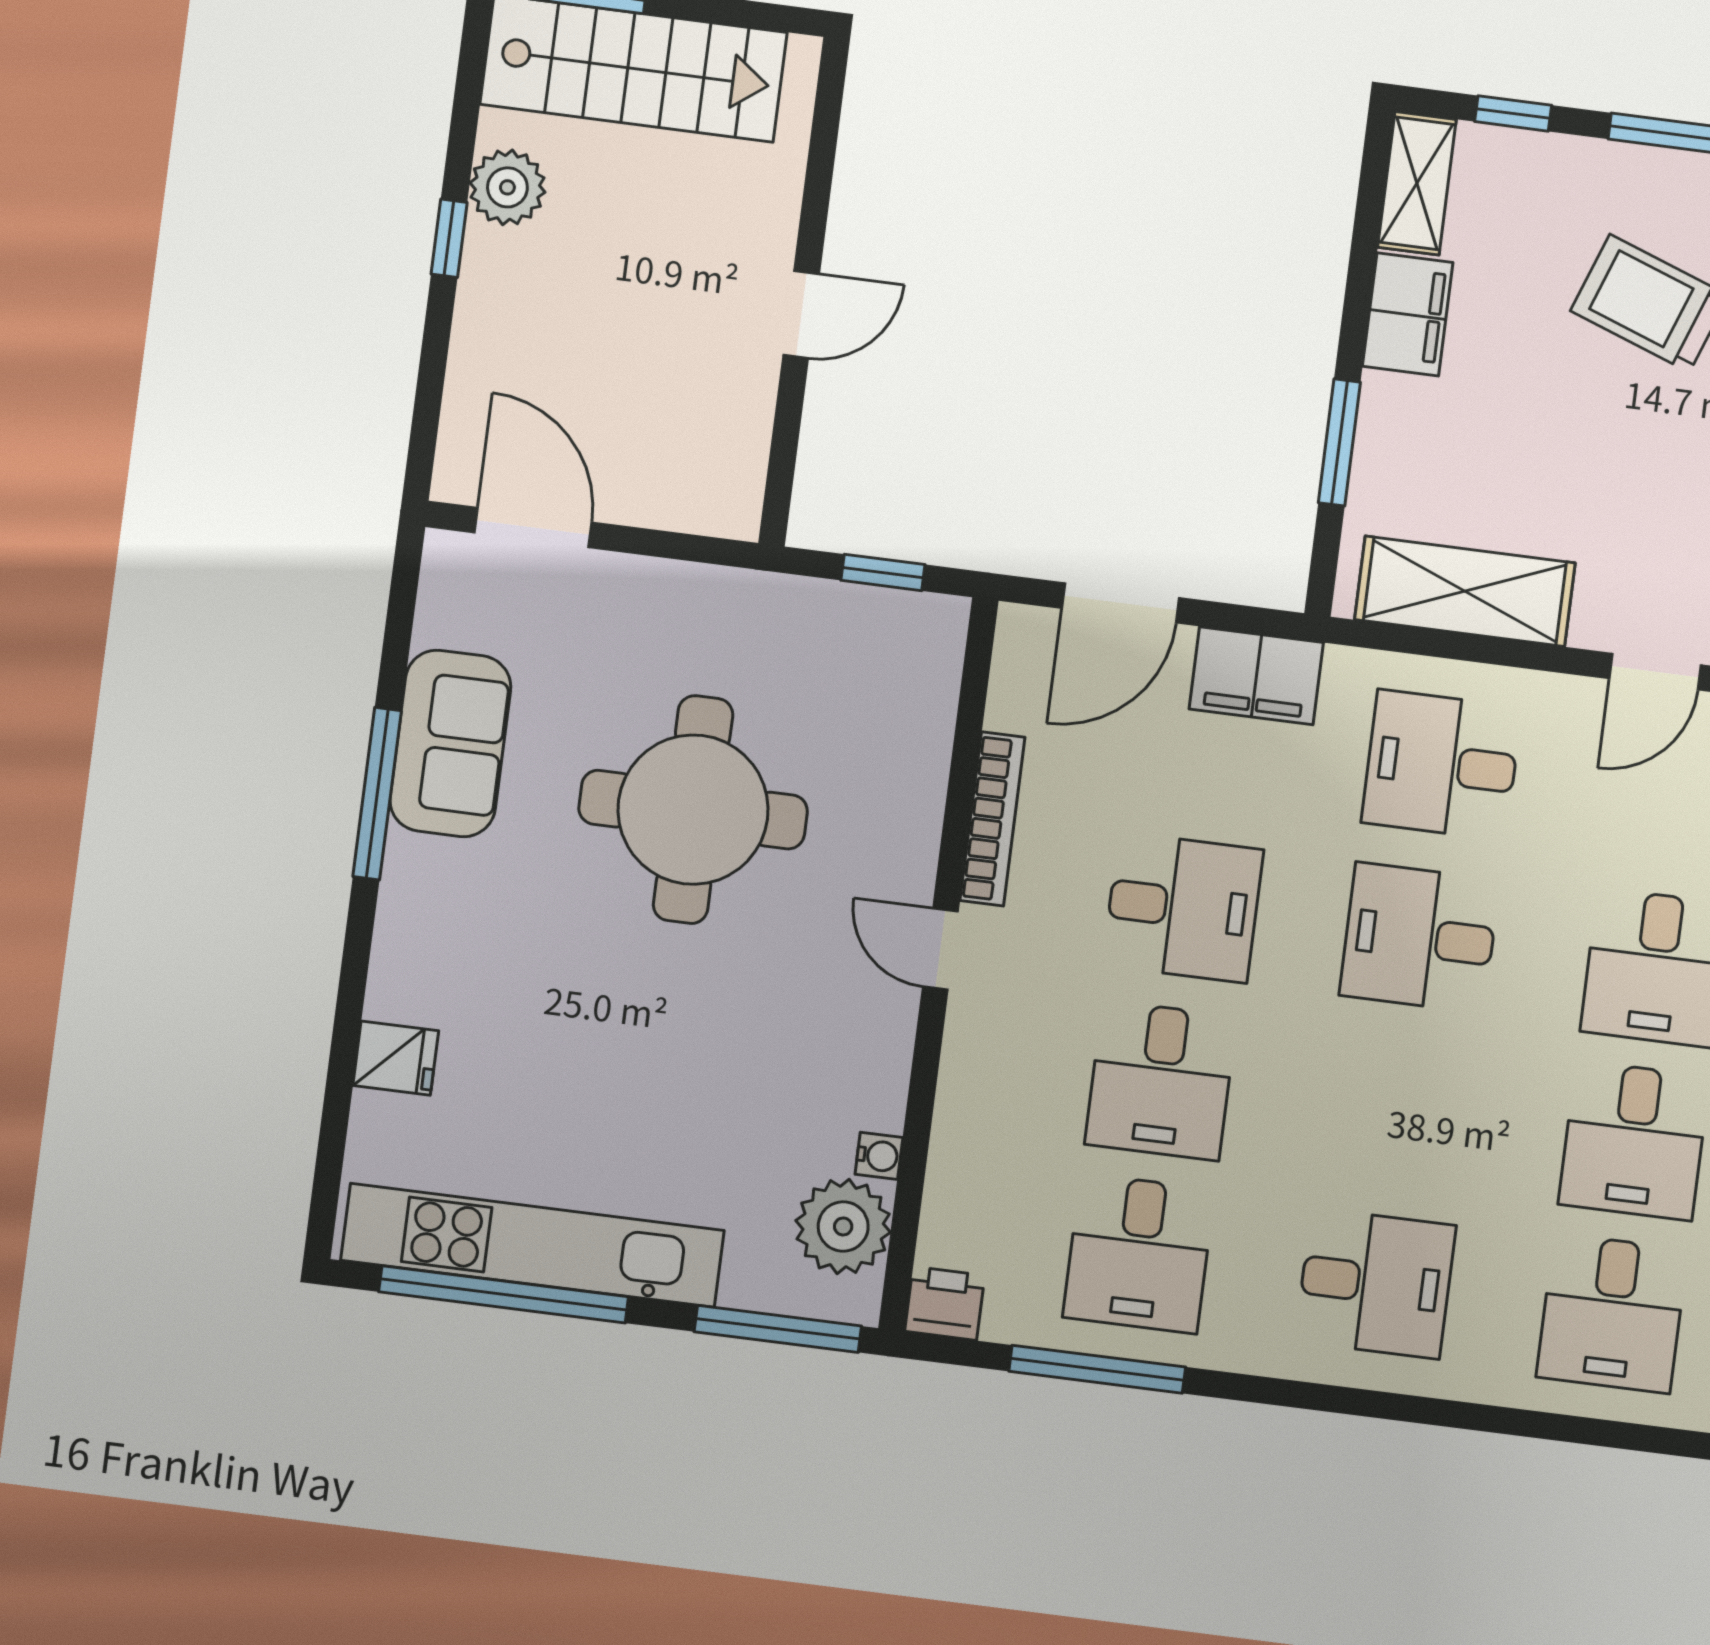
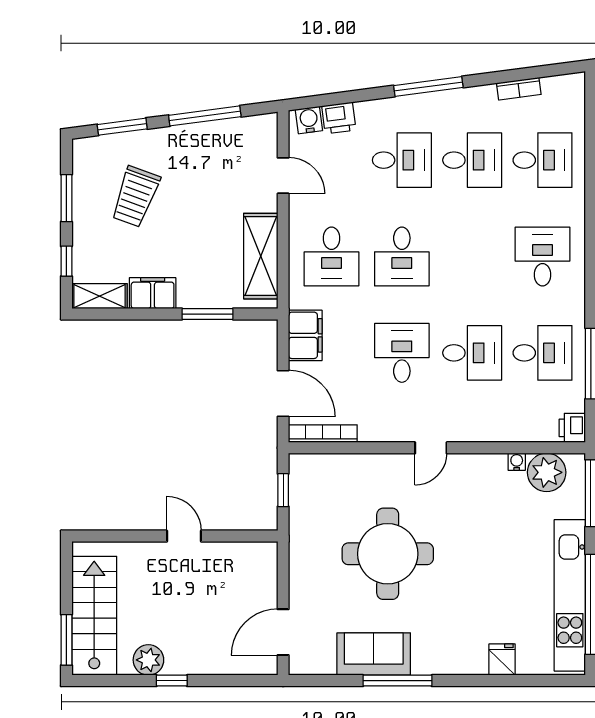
bookcase: (992, 819) -> (323, 434), moved

